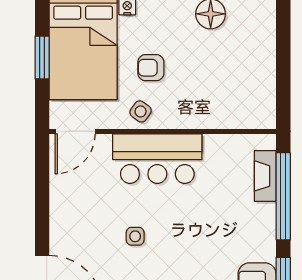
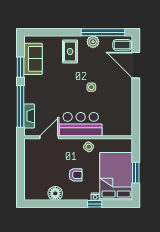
armchair: (151, 68) -> (76, 175), moved
door: (75, 131) -> (49, 137), moved

